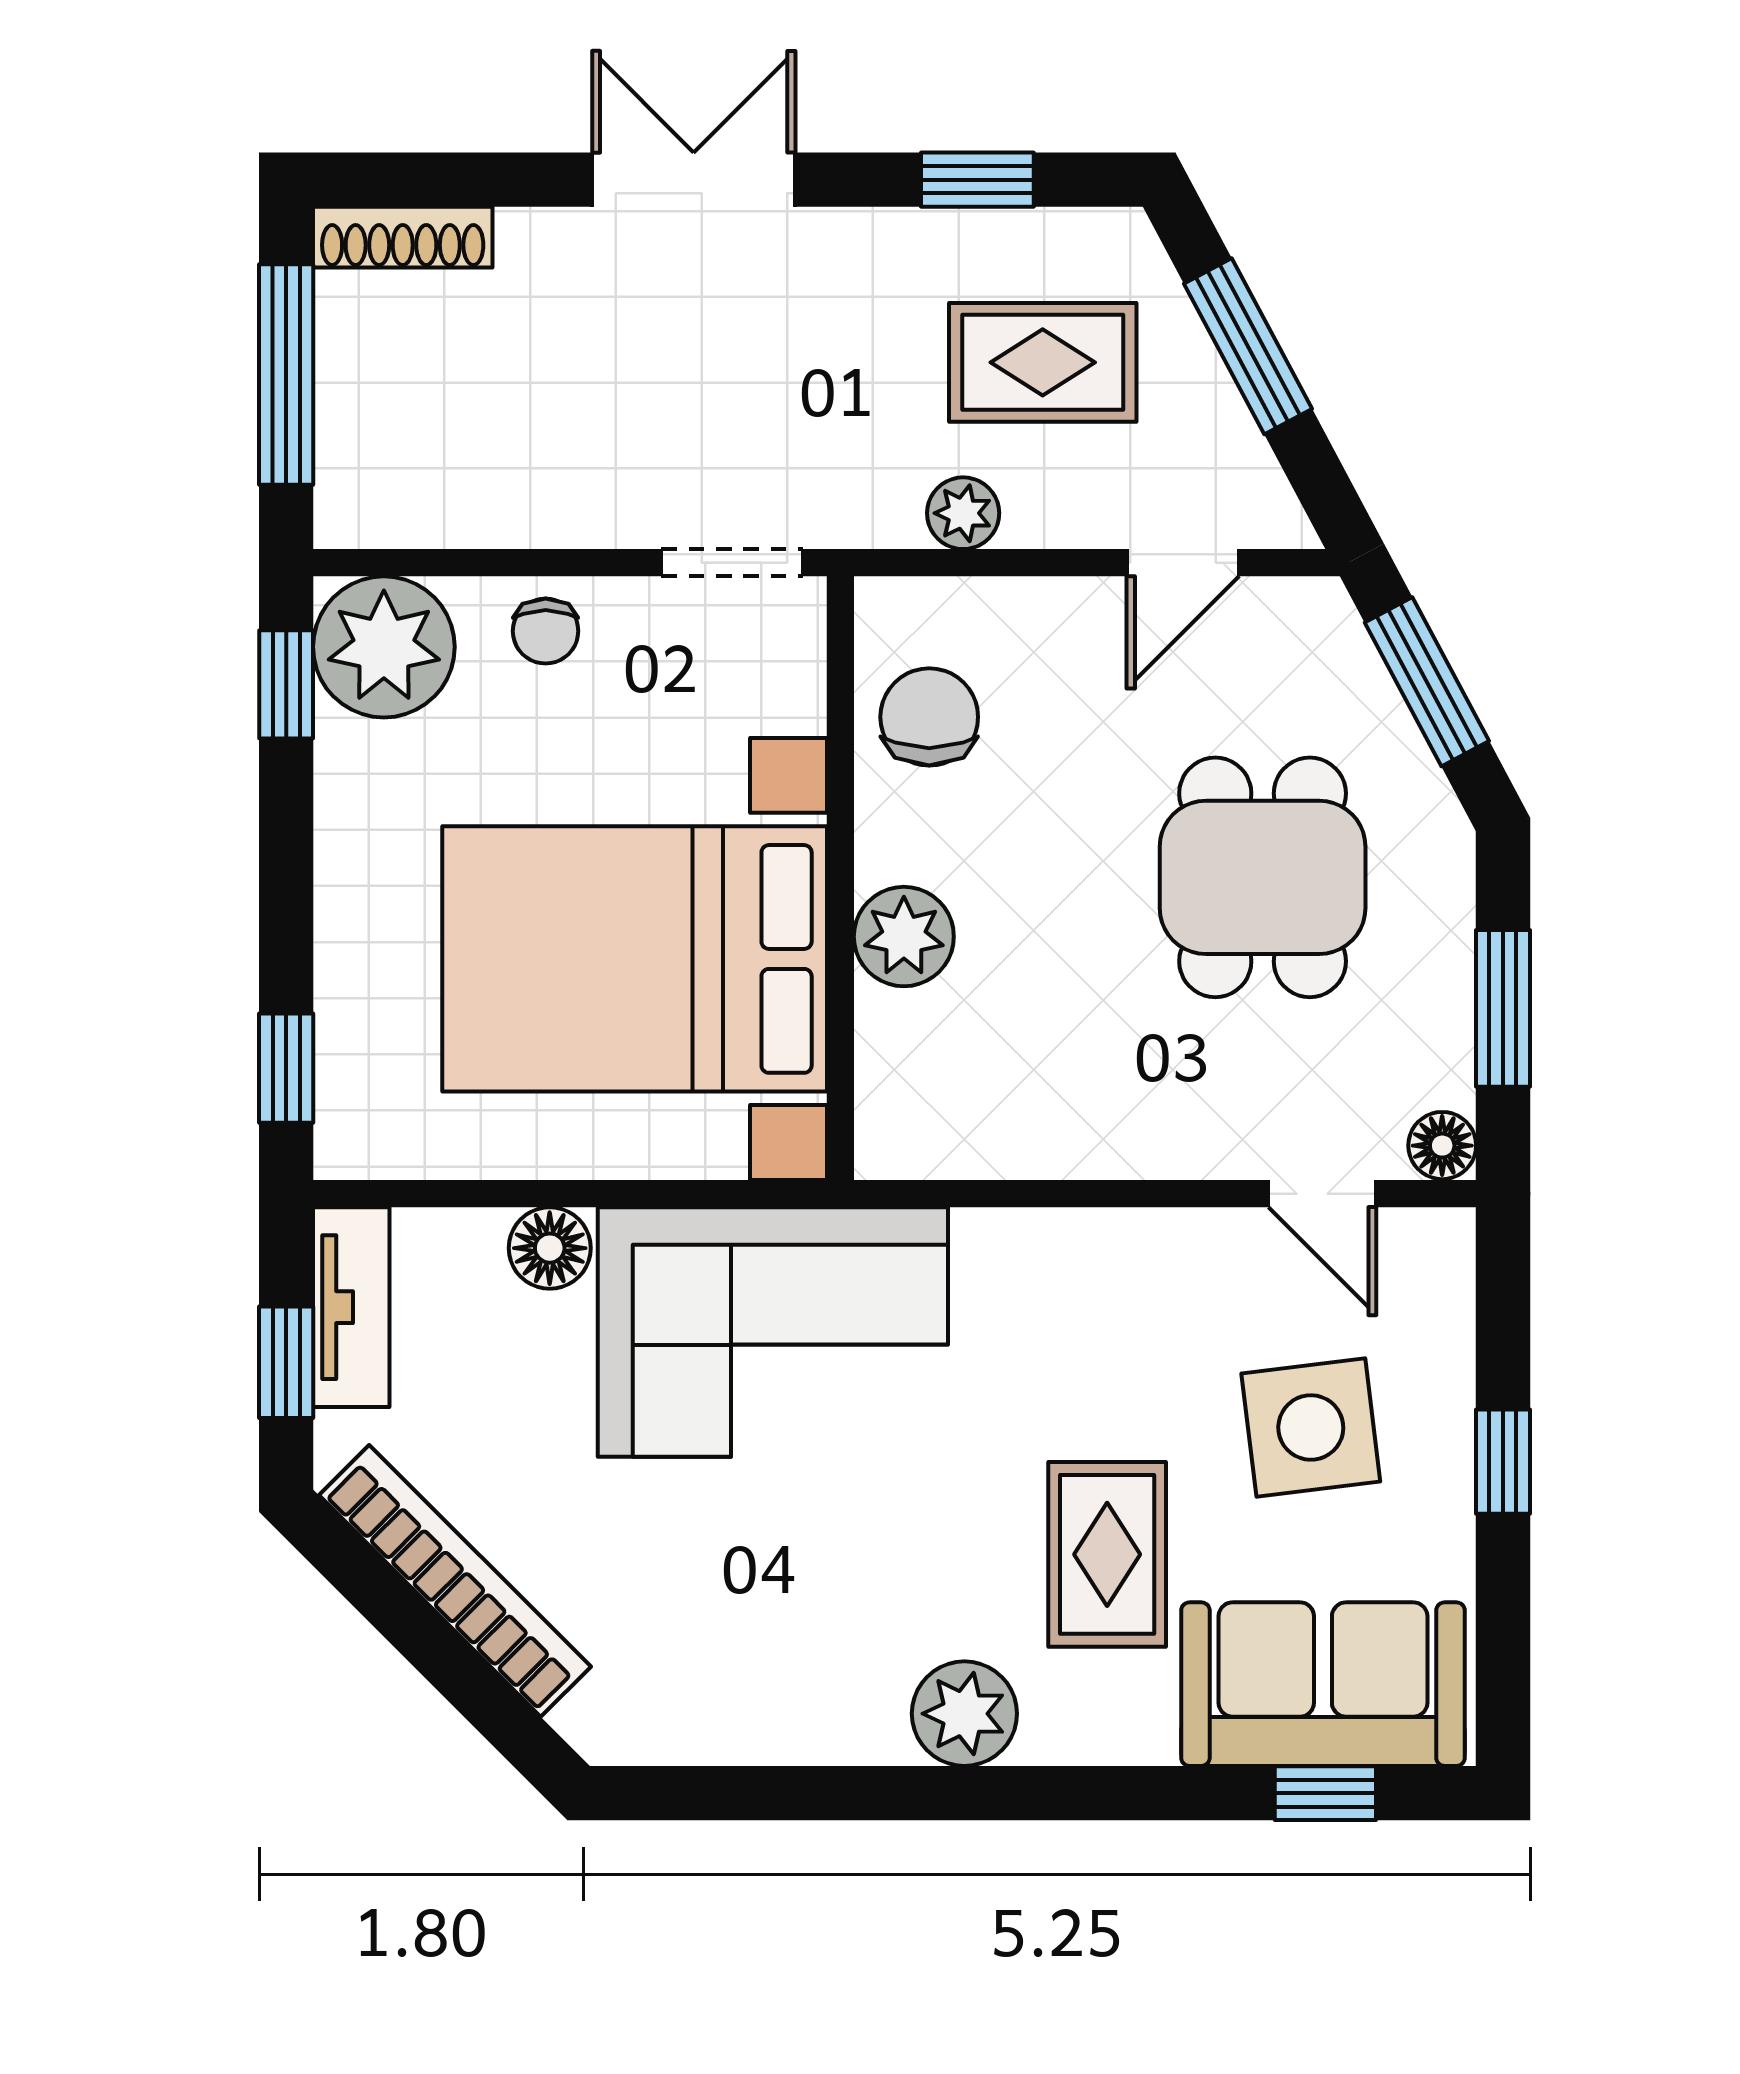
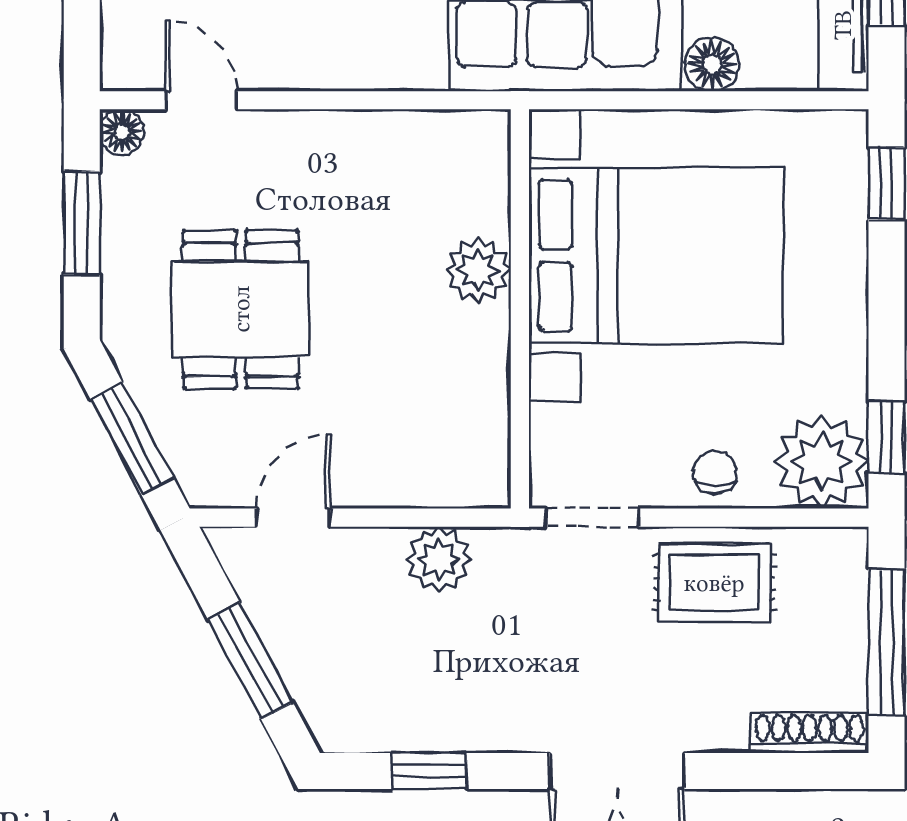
rug: (1043, 362) -> (714, 583), moved
plant: (963, 513) -> (439, 559), width x1.38, depth x1.38
chair: (929, 717) -> (461, 416), removed

